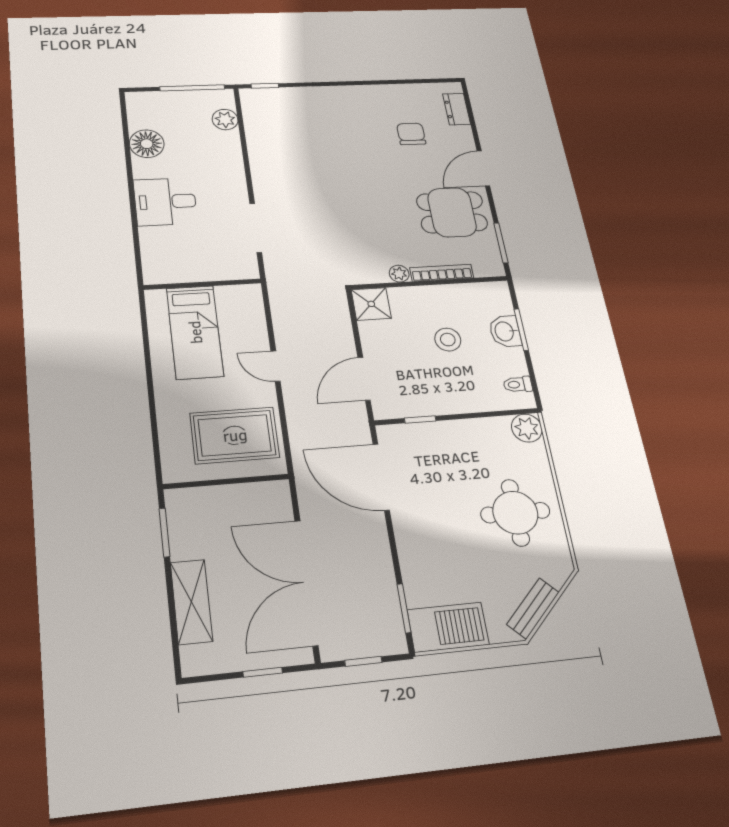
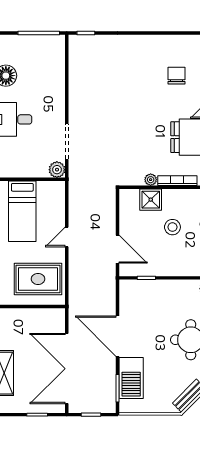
plant: (225, 120) -> (57, 170), moved
shower: (371, 304) -> (151, 200), moved
door: (275, 366) -> (67, 237), hinge flipped
door: (364, 379) -> (118, 249), swing flipped
door: (381, 477) -> (118, 336), moved
barbecue: (448, 627) -> (131, 378), moved, turned 90

